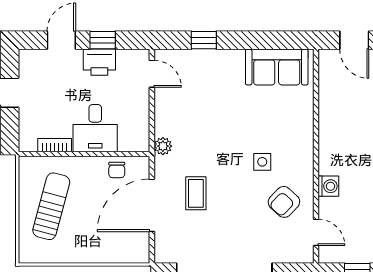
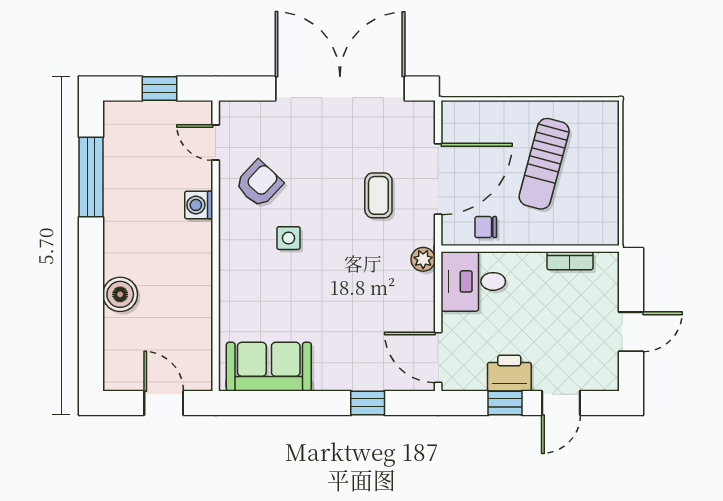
door: (152, 74) -> (438, 358), width x1.38
desk: (95, 128) -> (473, 281), moved, turned -90
chair: (117, 170) -> (486, 227), turned -90
sun lounger: (51, 206) -> (544, 164), moved

